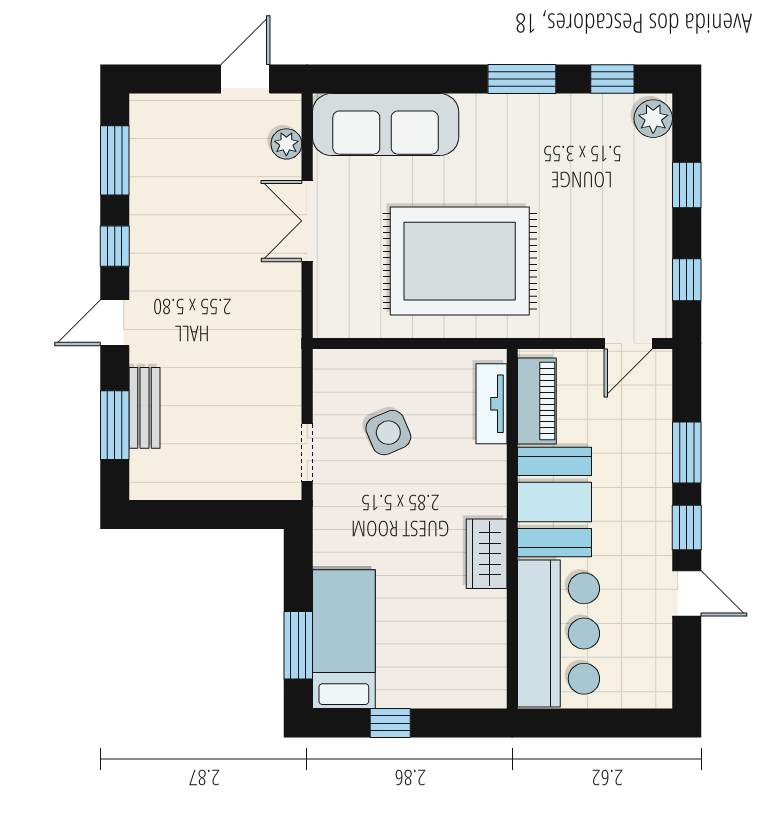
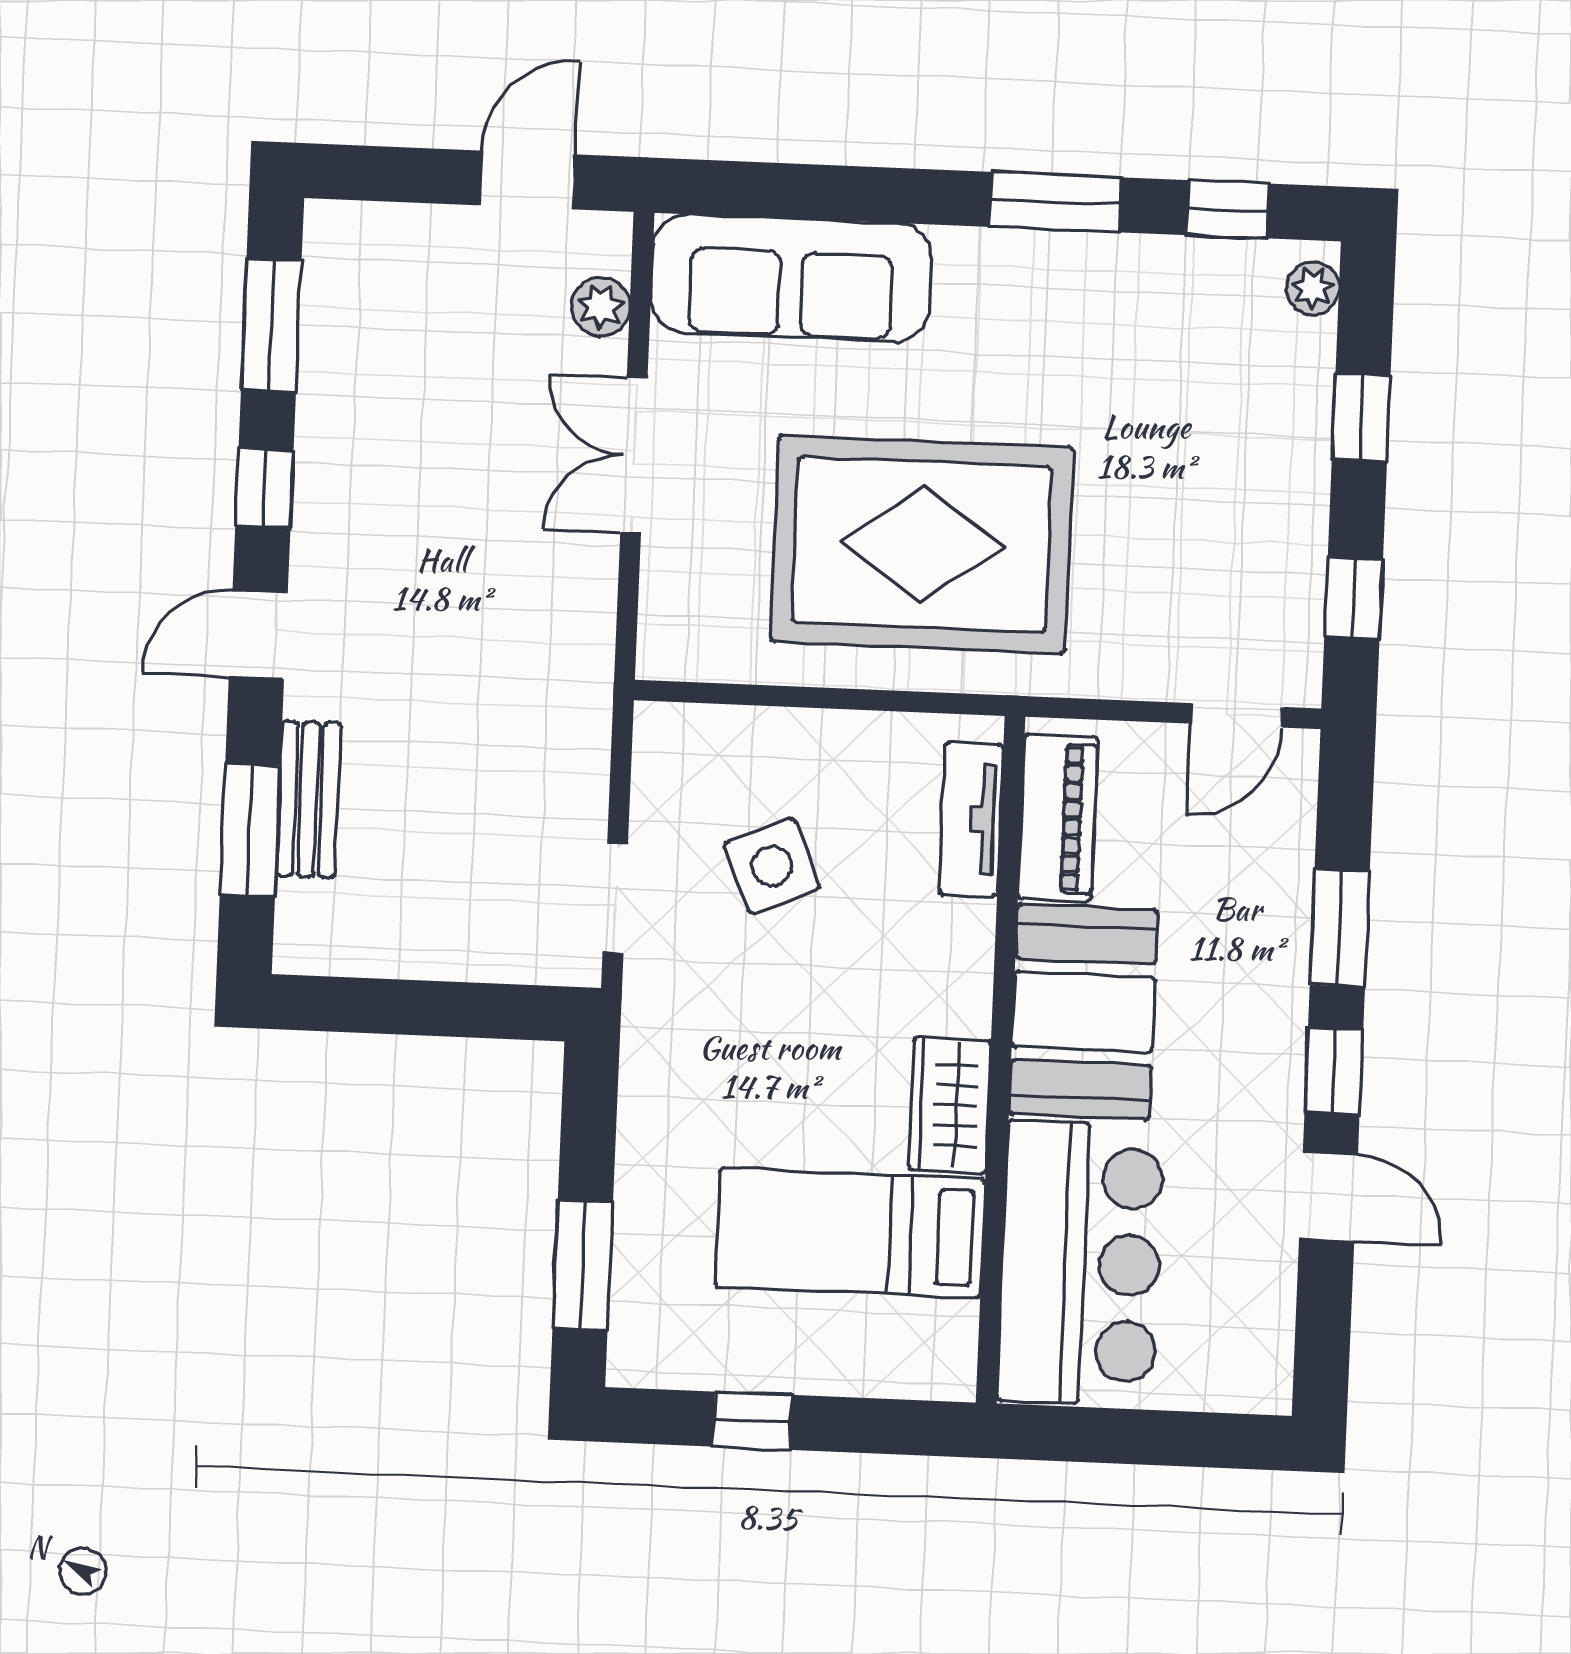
plant: (653, 119) -> (1313, 288), width x0.73, depth x0.73
bed: (344, 639) -> (850, 1233), moved, turned -90

